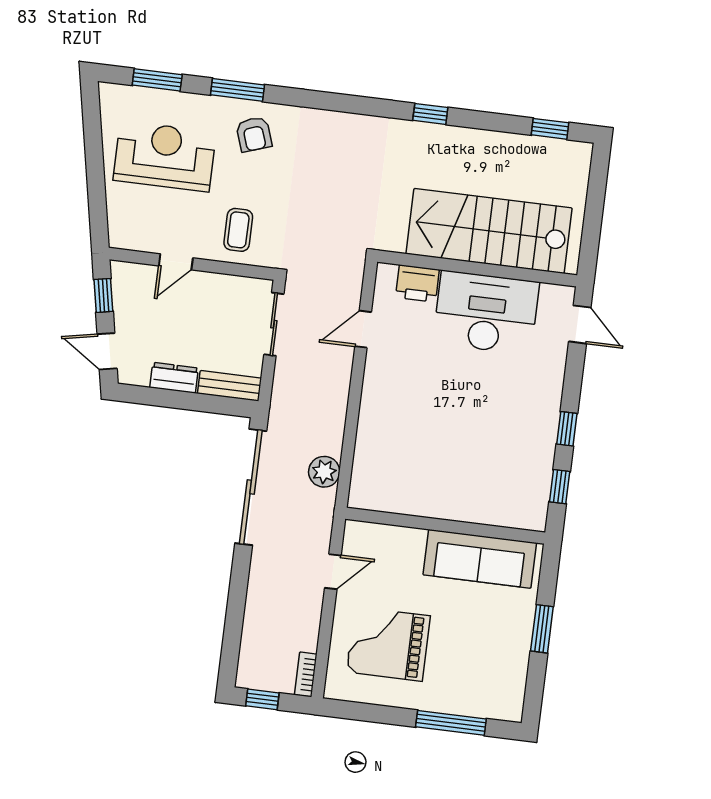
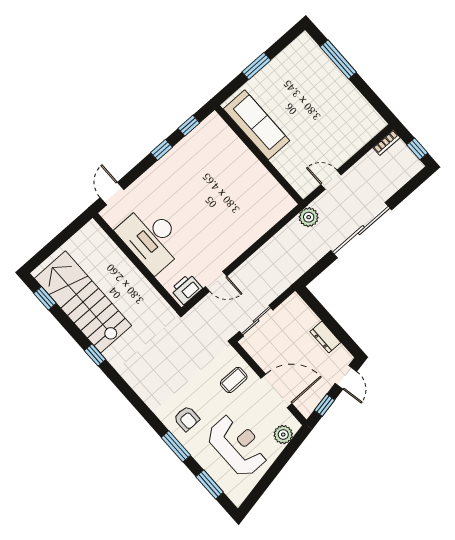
armchair: (254, 134) -> (187, 419), turned 109
reception desk: (165, 156) -> (238, 445), turned 180
plant: (122, 217) -> (283, 435), added
stairs: (489, 231) -> (83, 302), moved, turned 180
door: (176, 262) -> (276, 391), width x1.88
printer: (417, 283) -> (186, 289), moved, turned -90
bench: (230, 386) -> (303, 310), removed
plant: (324, 472) -> (309, 217), moved
sliding door: (251, 487) -> (361, 230), moved
grand piano: (388, 644) -> (335, 123), removed

